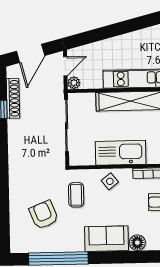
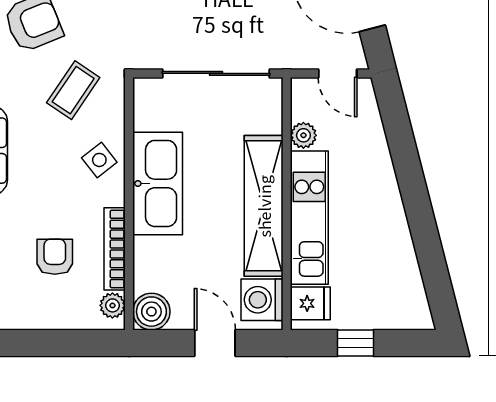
plant: (74, 83) -> (303, 135), moved
coffee table: (76, 195) -> (73, 90), turned -56

